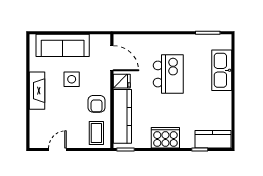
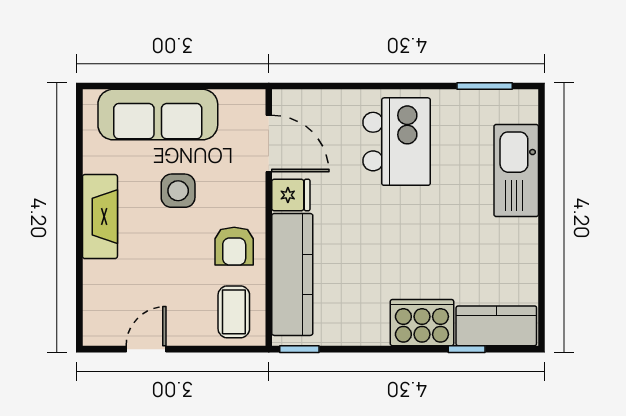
kitchen island: (168, 74) -> (397, 142), moved
cooker: (165, 138) -> (422, 323), moved

